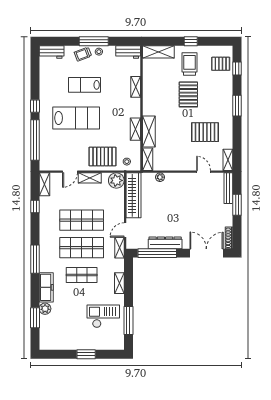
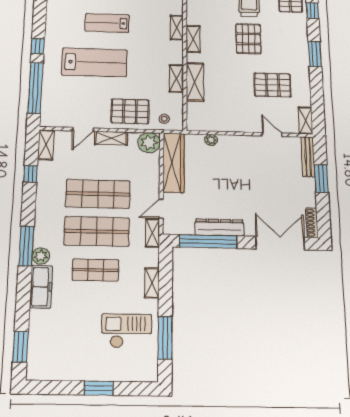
shelving: (148, 159) -> (193, 39), moved
plant: (45, 309) -> (41, 256), moved
window: (35, 318) -> (20, 347), moved

